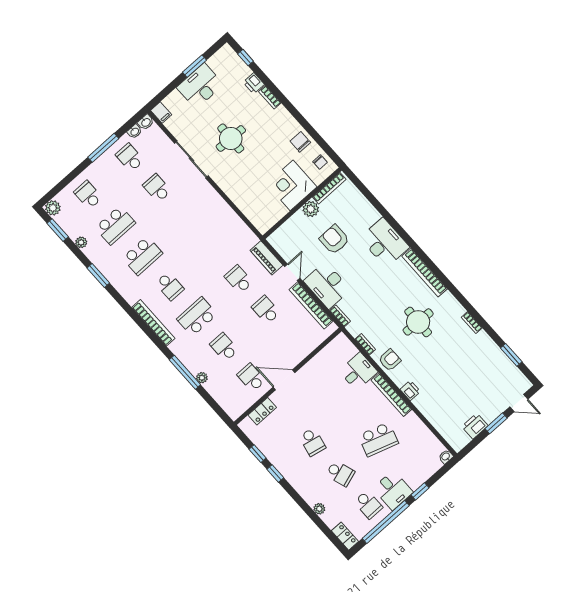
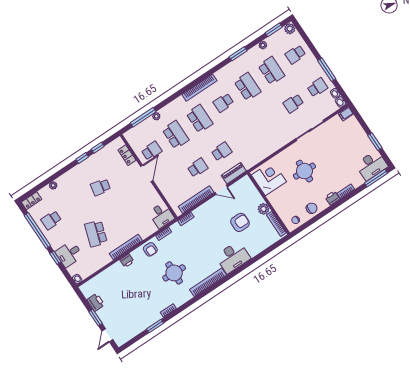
window: (245, 58) -> (376, 178), width x2.17
printer: (254, 83) -> (332, 198), moved
desk: (200, 86) -> (372, 165), moved, turned 90
round table: (231, 138) -> (304, 171), moved
corner desk: (292, 185) -> (269, 178), moved
school desk: (157, 188) -> (293, 103), turned 180
school desk: (88, 195) -> (295, 55), turned 180
school desk: (115, 225) -> (271, 71), turned 180
school desk: (142, 256) -> (247, 87), turned 180
desk: (327, 285) -> (209, 213), removed
school desk: (224, 347) -> (176, 135), width x1.85
window: (511, 355) -> (155, 326), moved
desk: (358, 371) -> (161, 215), moved
window: (185, 372) -> (143, 117), moved
school desk: (340, 473) -> (76, 204), removed
desk: (393, 490) -> (69, 254), moved

